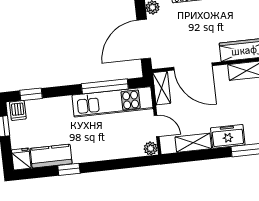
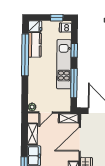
window: (31, 94) -> (74, 50), moved
kitchen unit: (112, 102) -> (64, 64), moved
window: (69, 169) -> (25, 55), width x3.17

